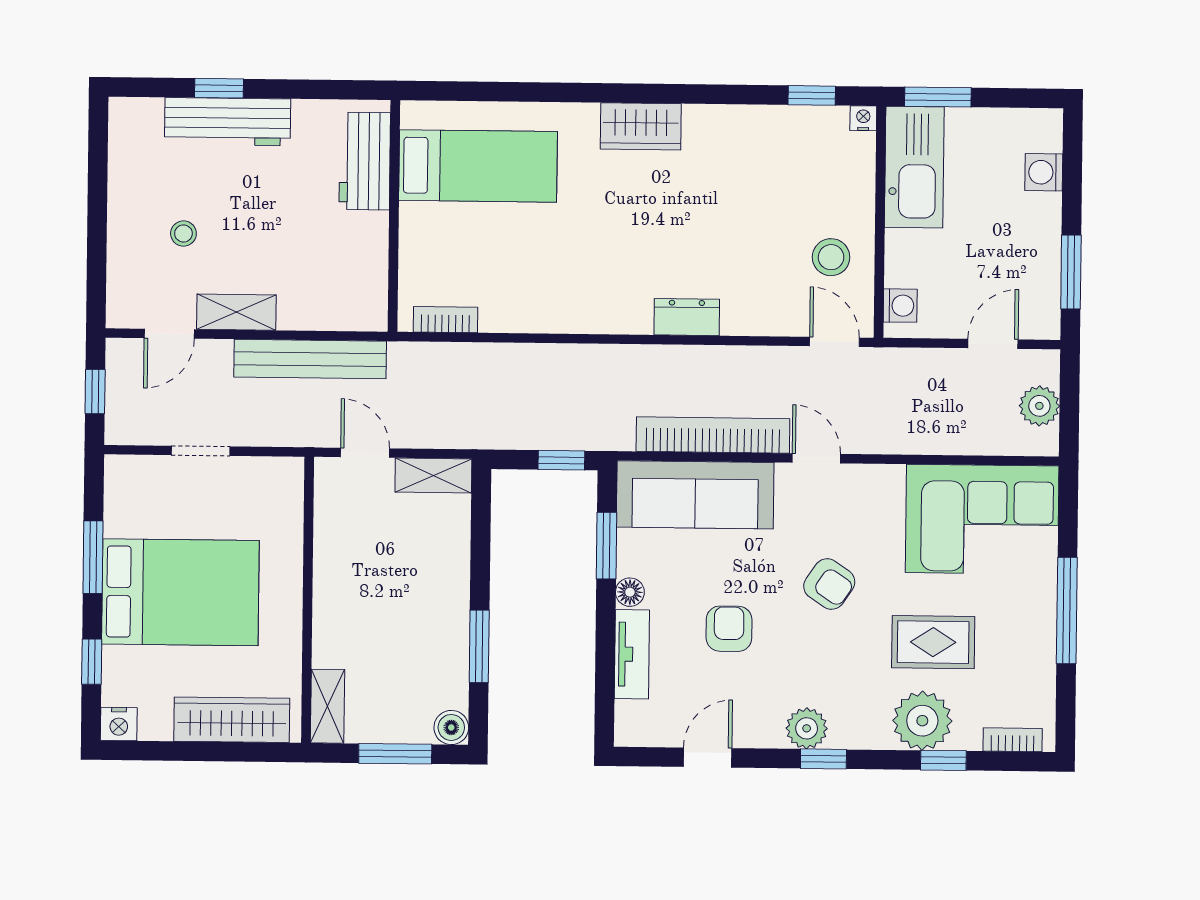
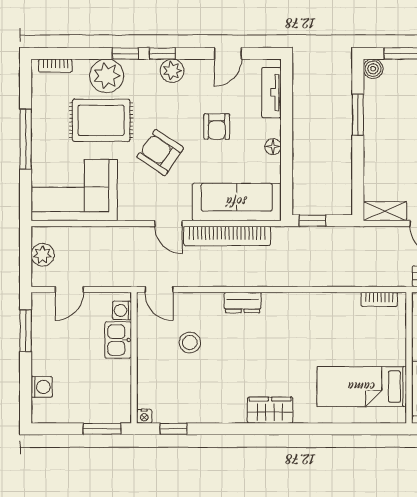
kitchen sink: (914, 167) -> (118, 340), moved, width x0.53, depth x0.81
stool: (831, 257) -> (190, 343), moved
window: (606, 546) -> (287, 173), removed
armchair: (829, 584) -> (160, 152), width x1.38, depth x1.38
rug: (933, 642) -> (101, 120), width x1.36, depth x1.43
tv unit: (632, 654) -> (271, 93), moved
window: (943, 760) -> (125, 53), moved

